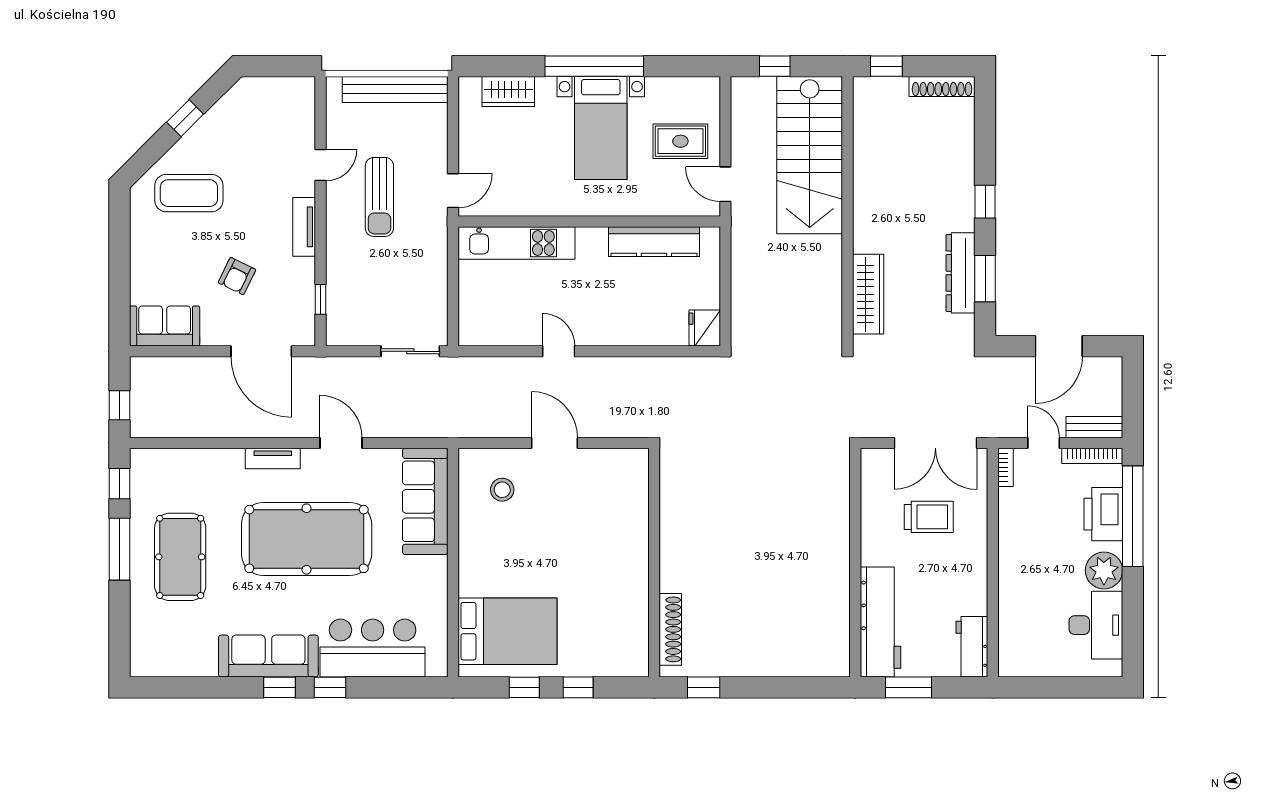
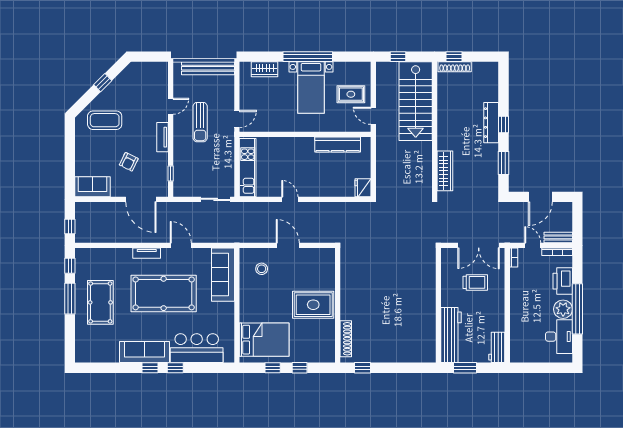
shoe rack: (942, 86) -> (455, 67), moved
kitchen unit: (517, 243) -> (248, 168), moved, turned -90
dresser: (961, 273) -> (491, 123), moved
window: (1133, 516) -> (577, 309), moved
rug: (605, 561) -> (313, 305), added

